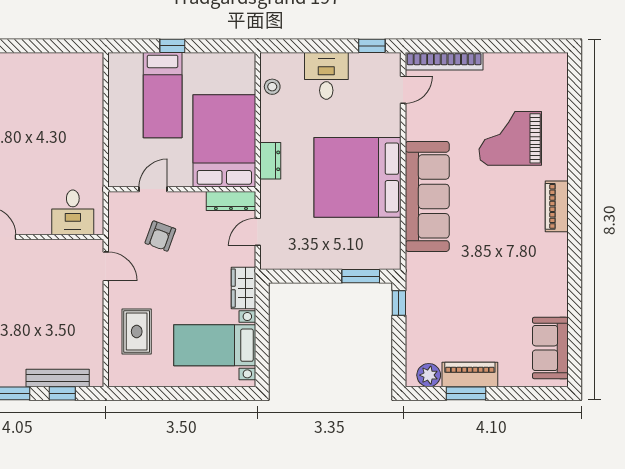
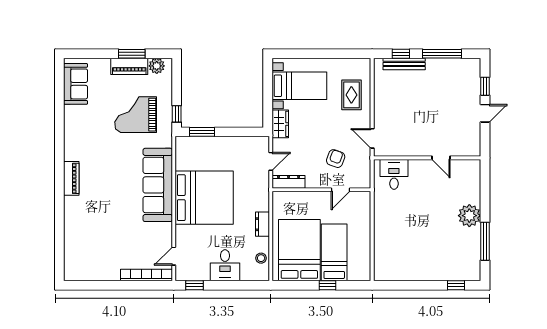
grand piano: (510, 138) -> (136, 115), moved, turned 180
bed: (224, 141) -> (299, 250), moved, turned 180
dresser: (270, 161) -> (262, 224), moved

